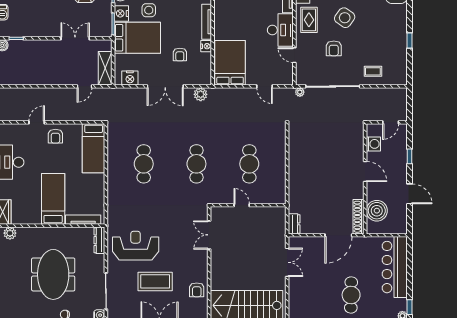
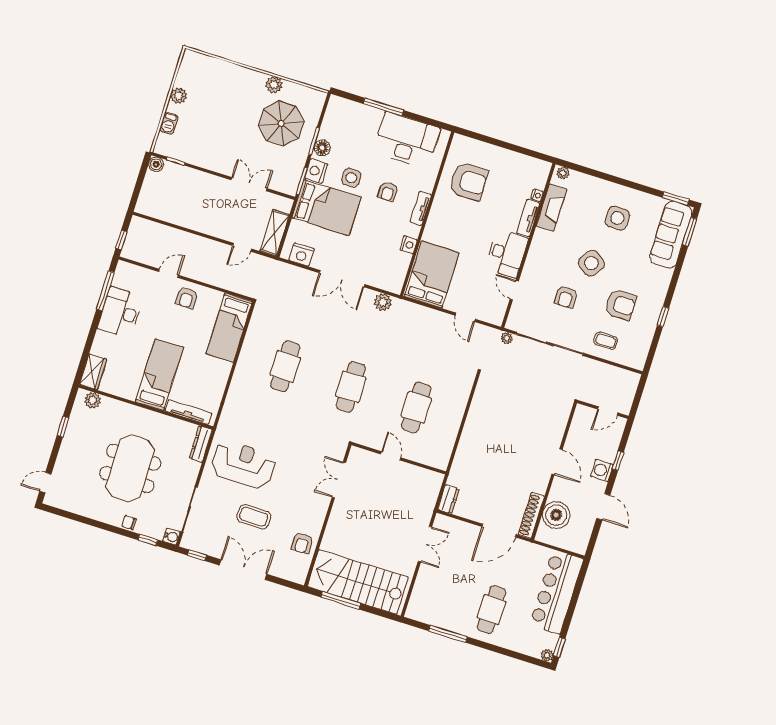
rug: (309, 20) -> (546, 252), removed
tv unit: (207, 22) -> (421, 208), width x0.71
armchair: (376, 41) -> (620, 305), added
armchair: (180, 54) -> (388, 192), moved
washing machine: (373, 144) -> (602, 470), moved, turned 180
coffee table: (155, 281) -> (254, 517), width x0.73, depth x0.76

